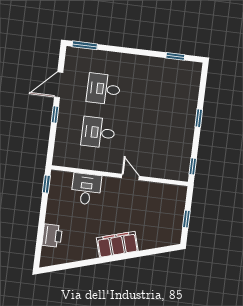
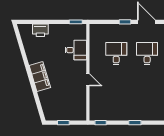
door: (130, 177) -> (88, 80), hinge flipped

